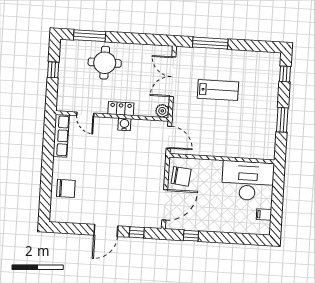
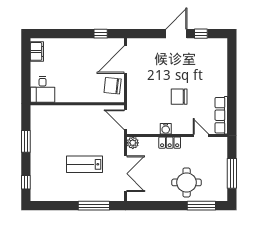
window: (53, 70) -> (232, 173), width x2.17
desk: (248, 181) -> (43, 89), width x0.53, depth x0.77
chair: (66, 188) -> (179, 97), moved
filing cabinet: (264, 214) -> (37, 51), width x2.00
window: (137, 232) -> (201, 34), moved

